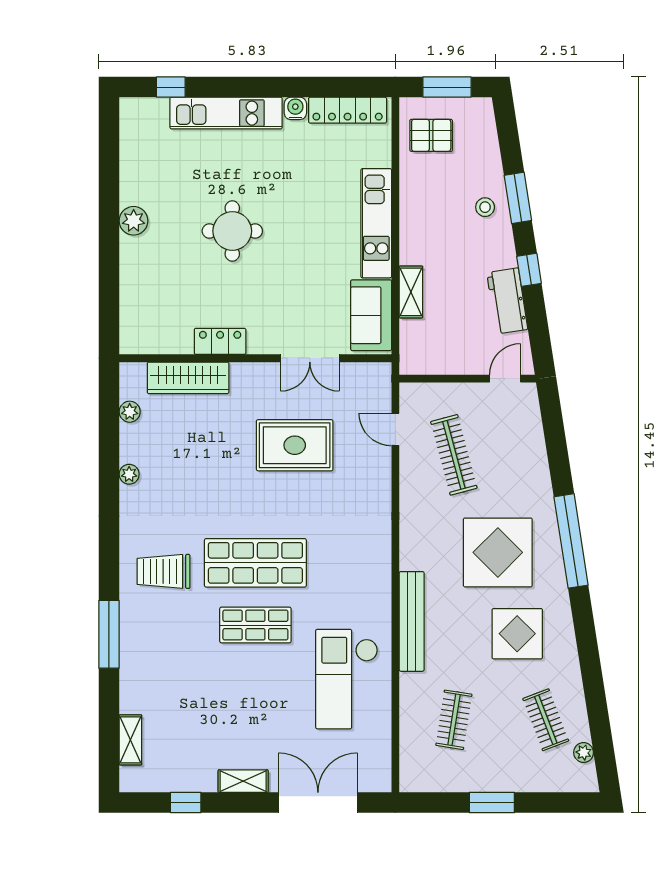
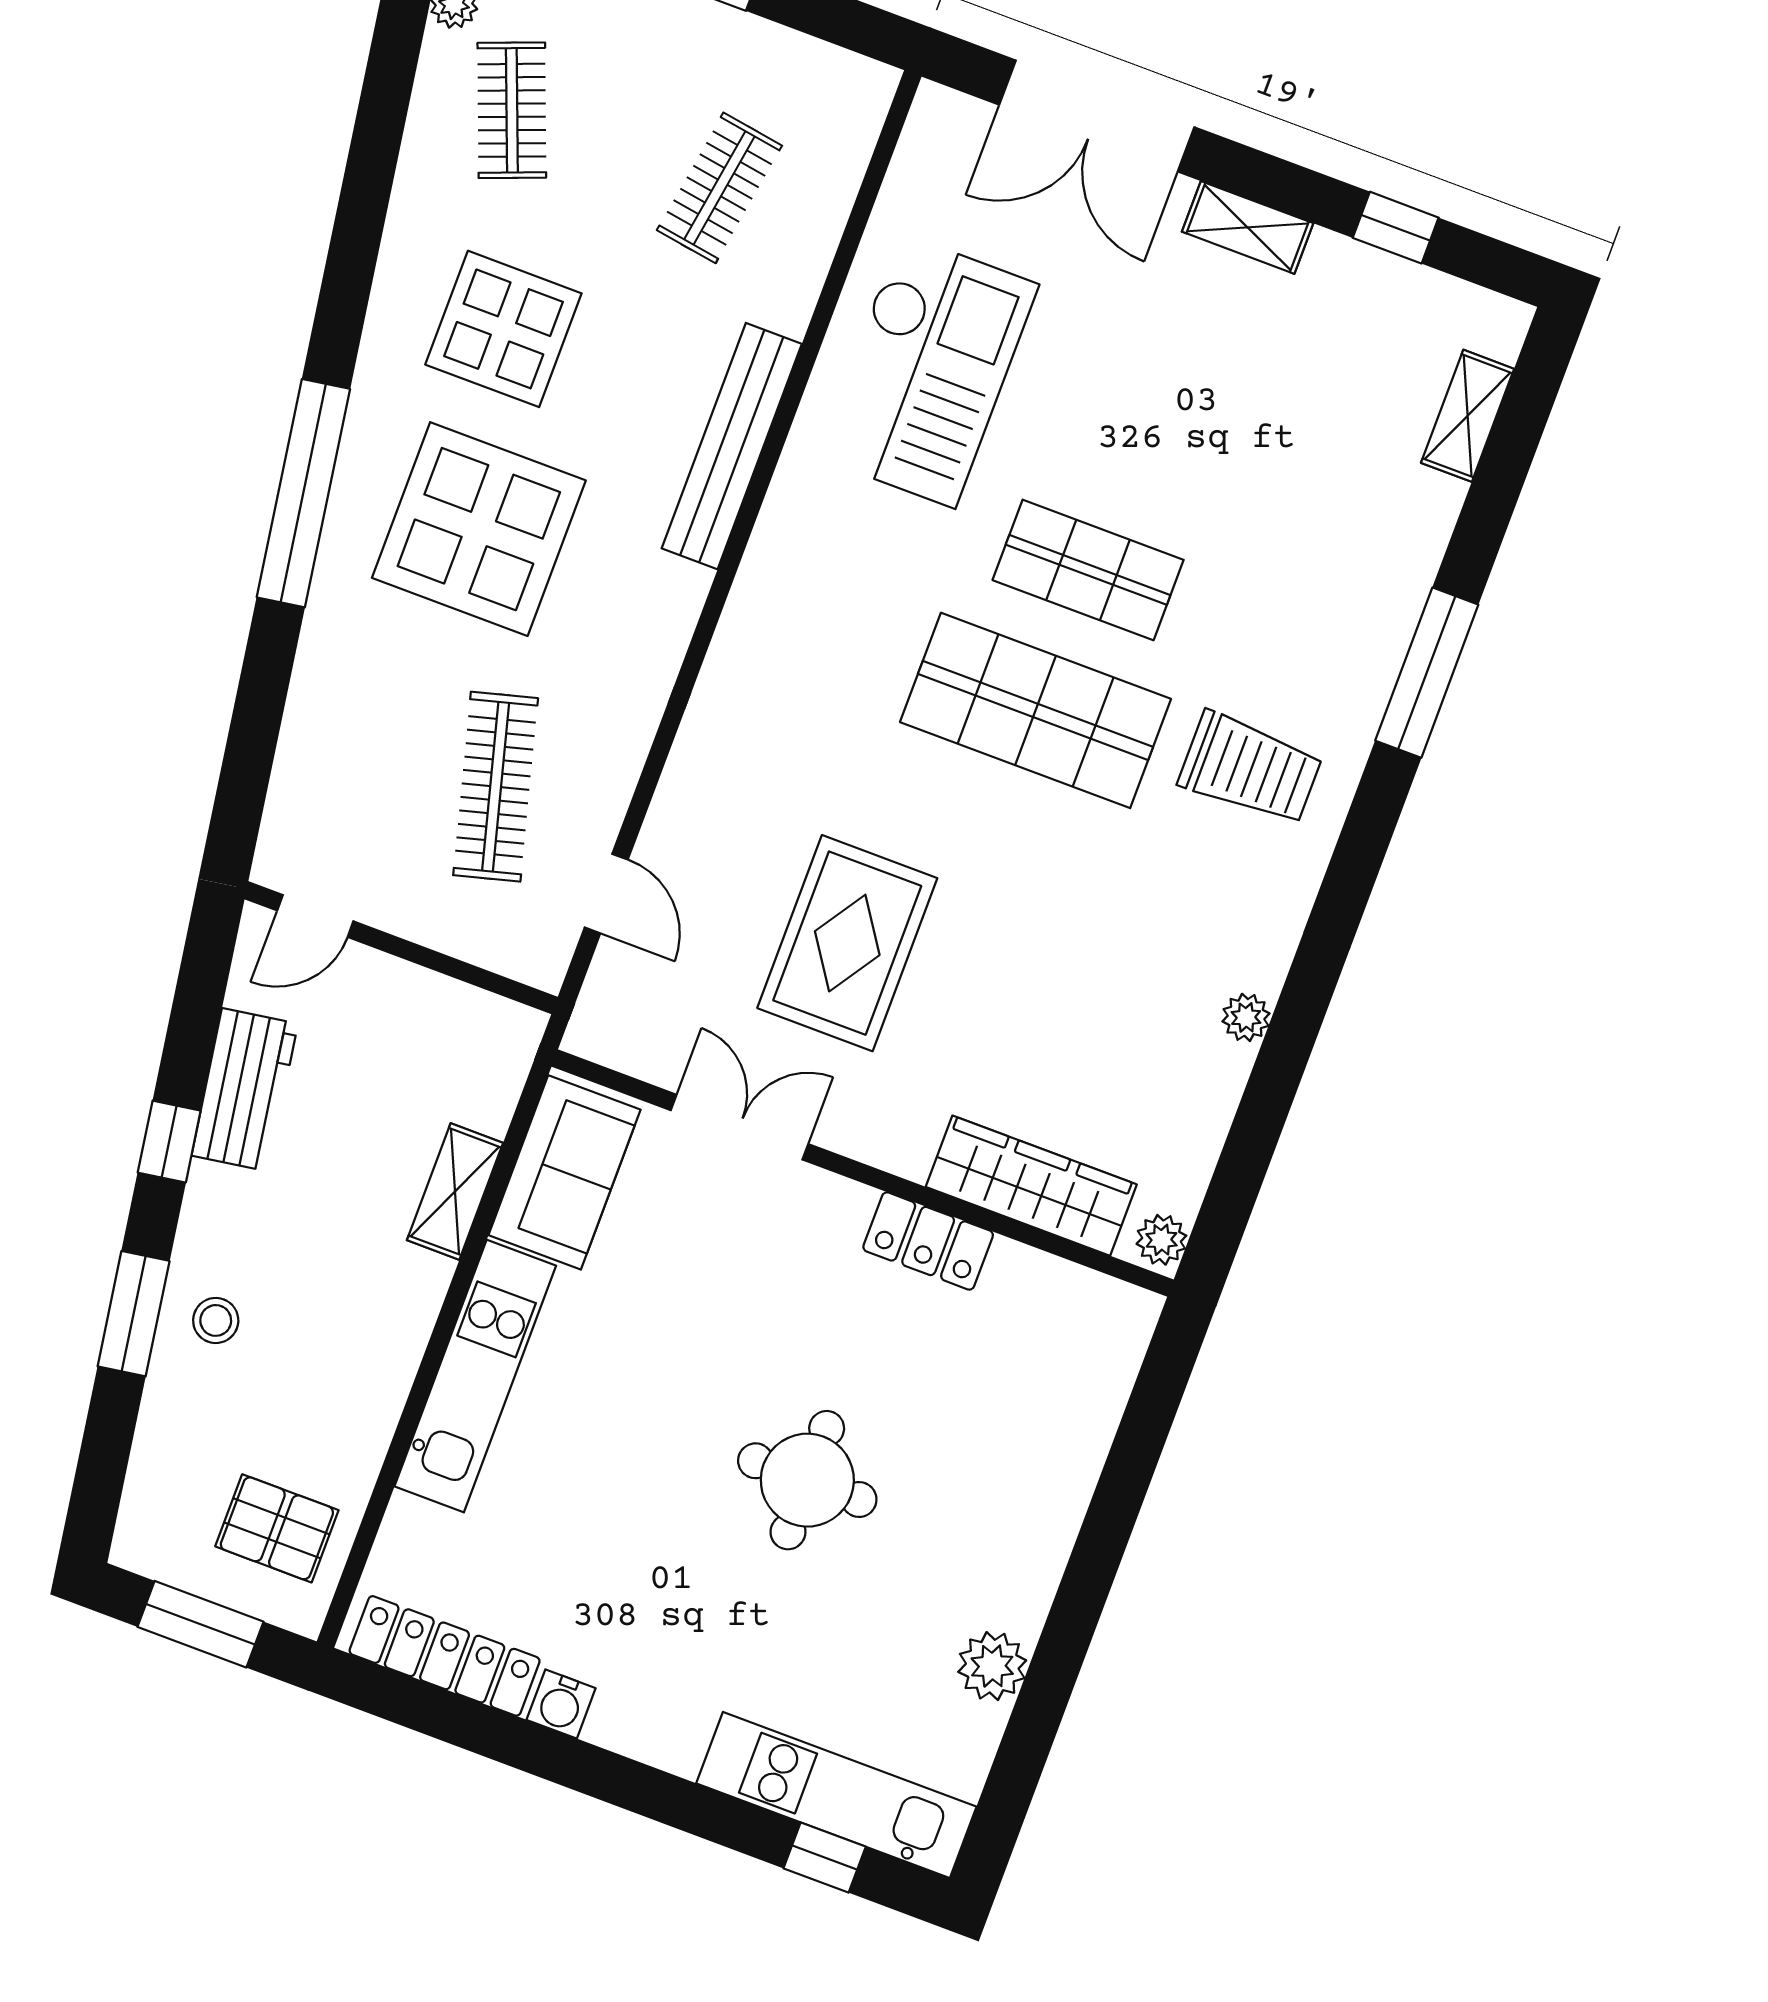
kitchen unit: (226, 113) -> (836, 1795), moved
plant: (134, 221) -> (992, 1666), moved
plant: (130, 412) -> (1161, 1240), moved
rug: (295, 445) -> (847, 943), turned 90

